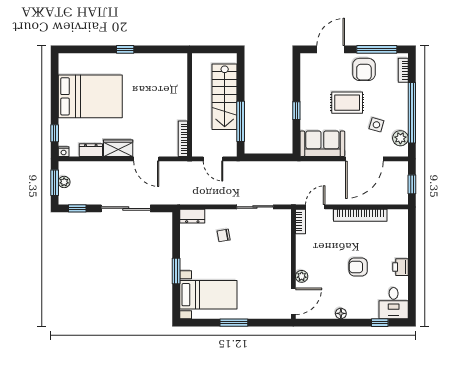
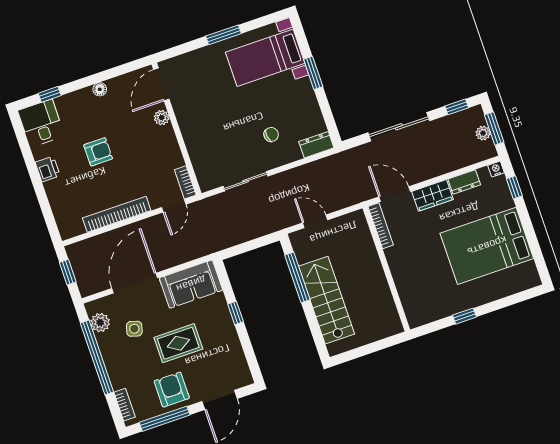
wall: (190, 105) -> (386, 269), moved
bookcase: (183, 139) -> (381, 226), moved

